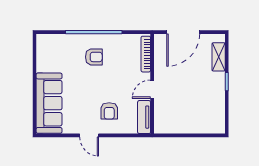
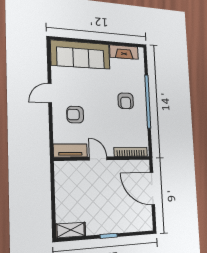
fireplace: (43, 56) -> (124, 52), added
shelving: (219, 57) -> (71, 230), moved

